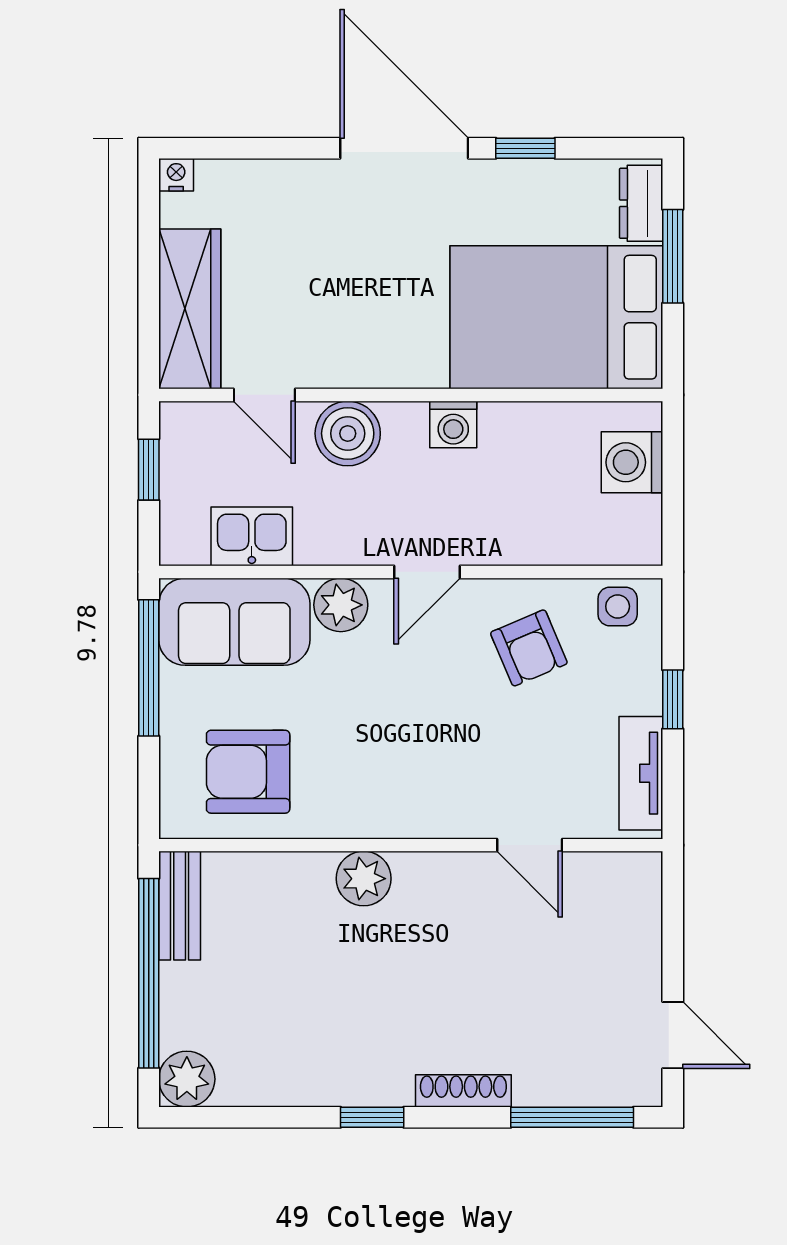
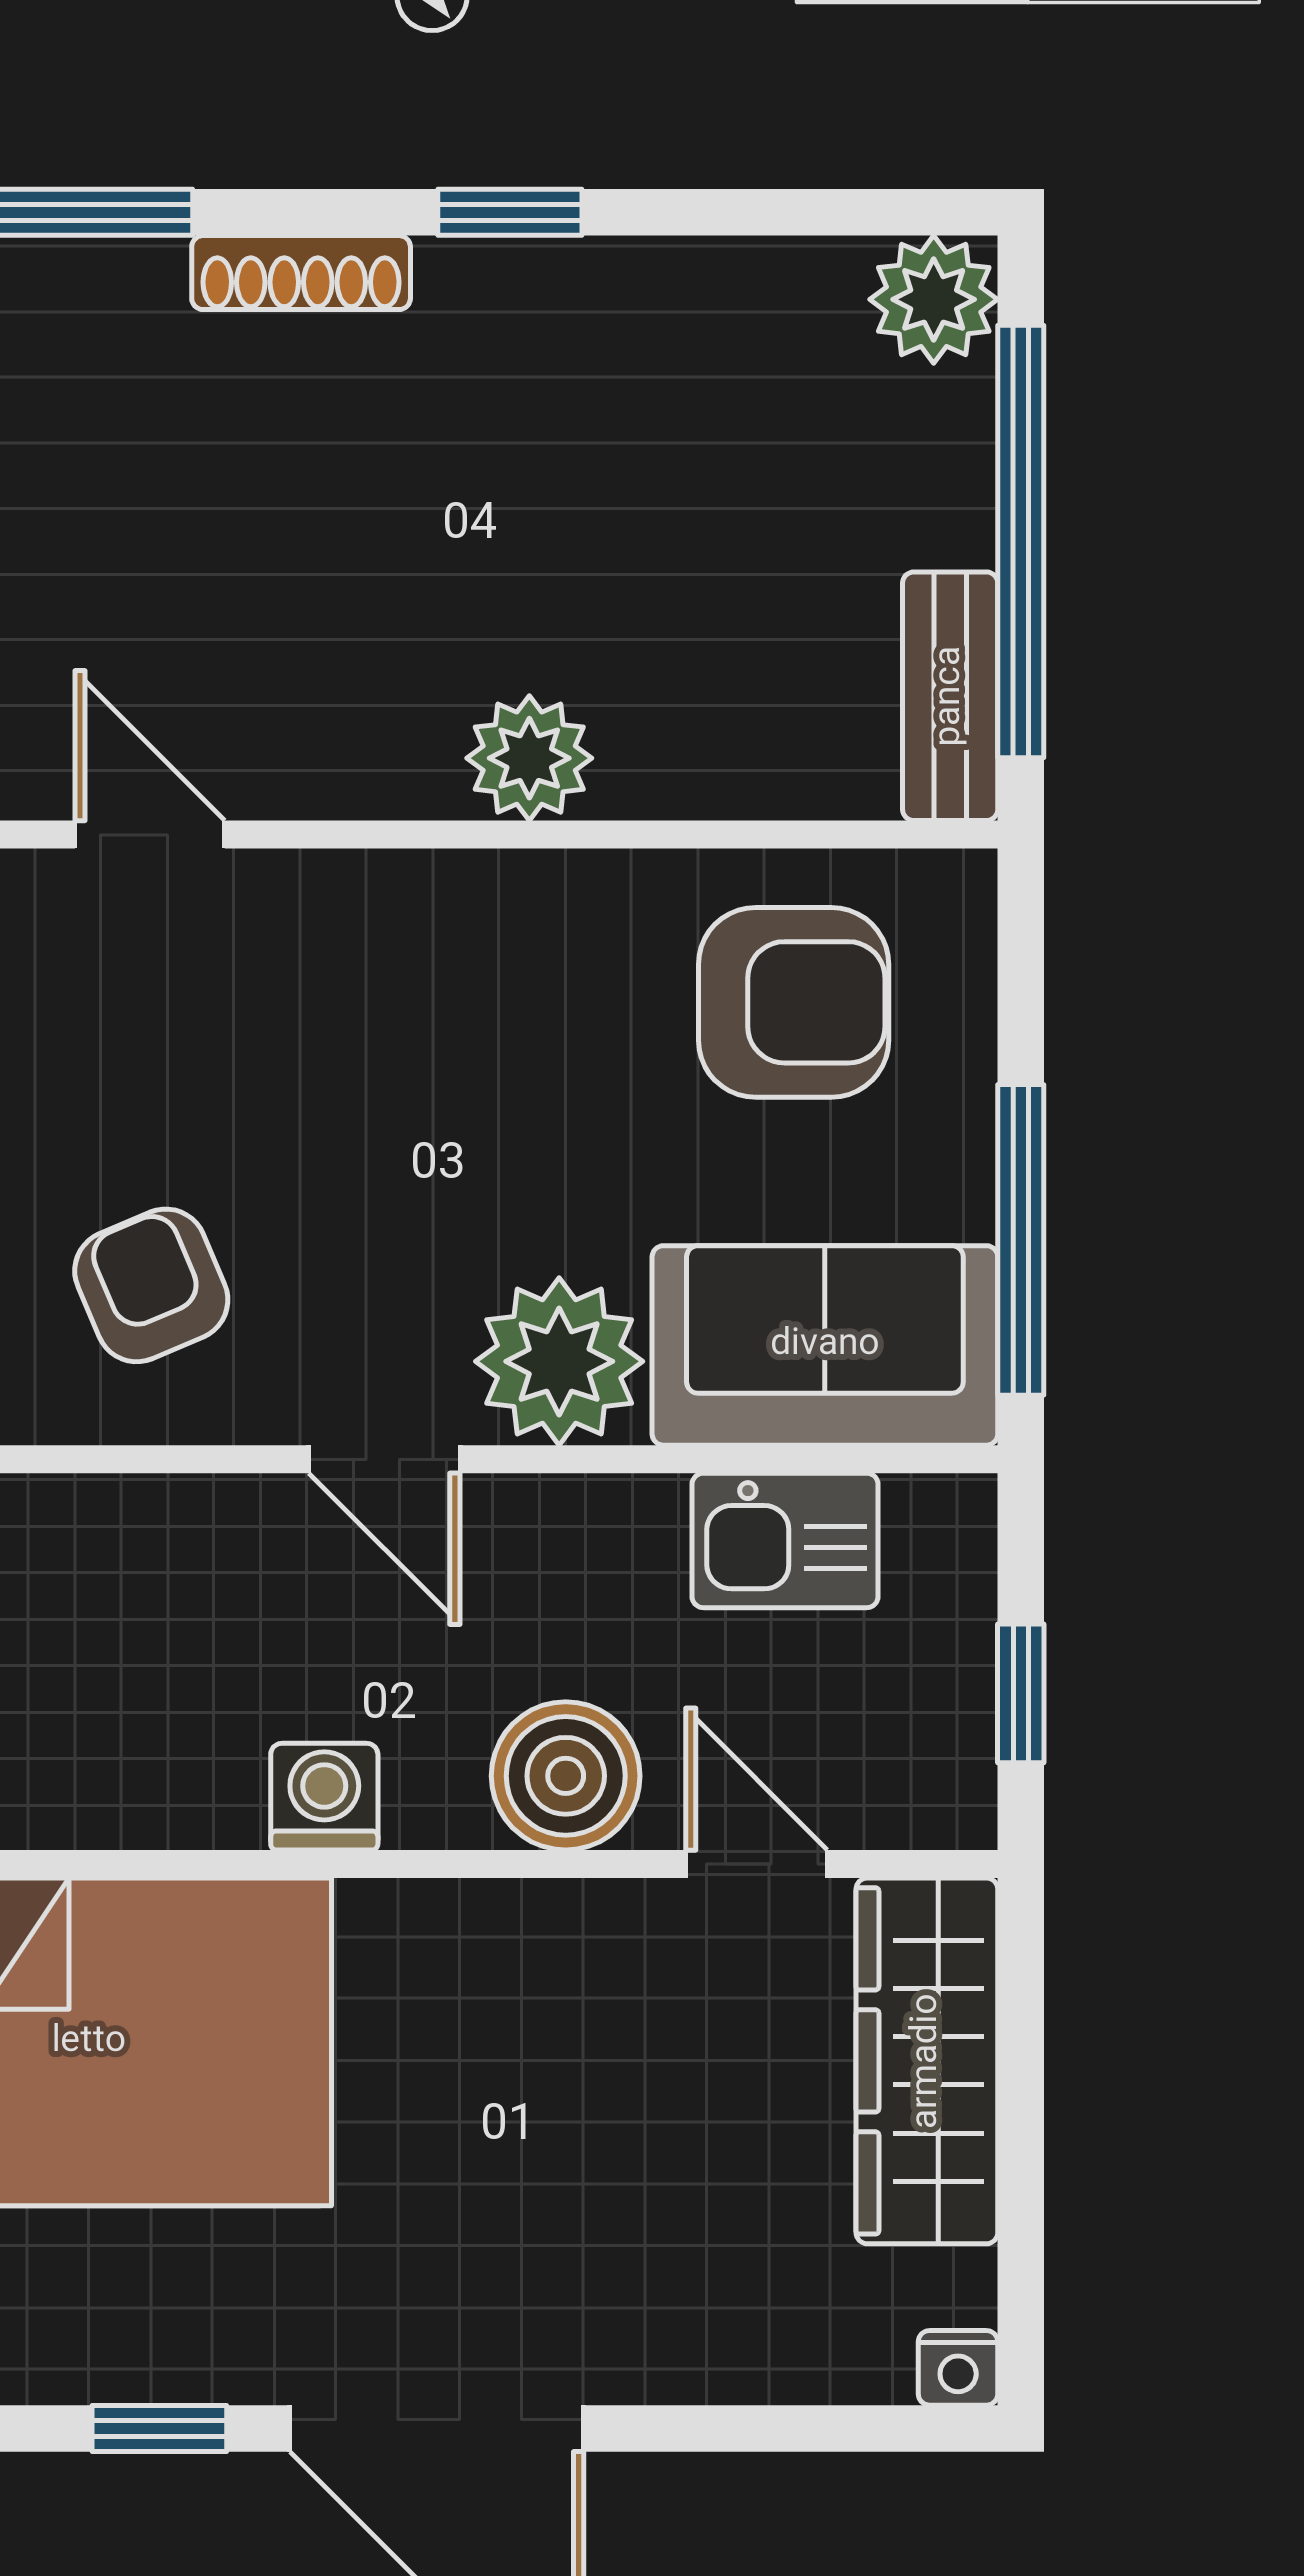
door: (427, 572) -> (384, 1459), swing flipped
plant: (341, 605) -> (559, 1361), width x1.36, depth x1.36

